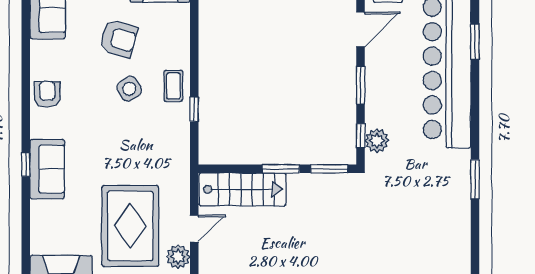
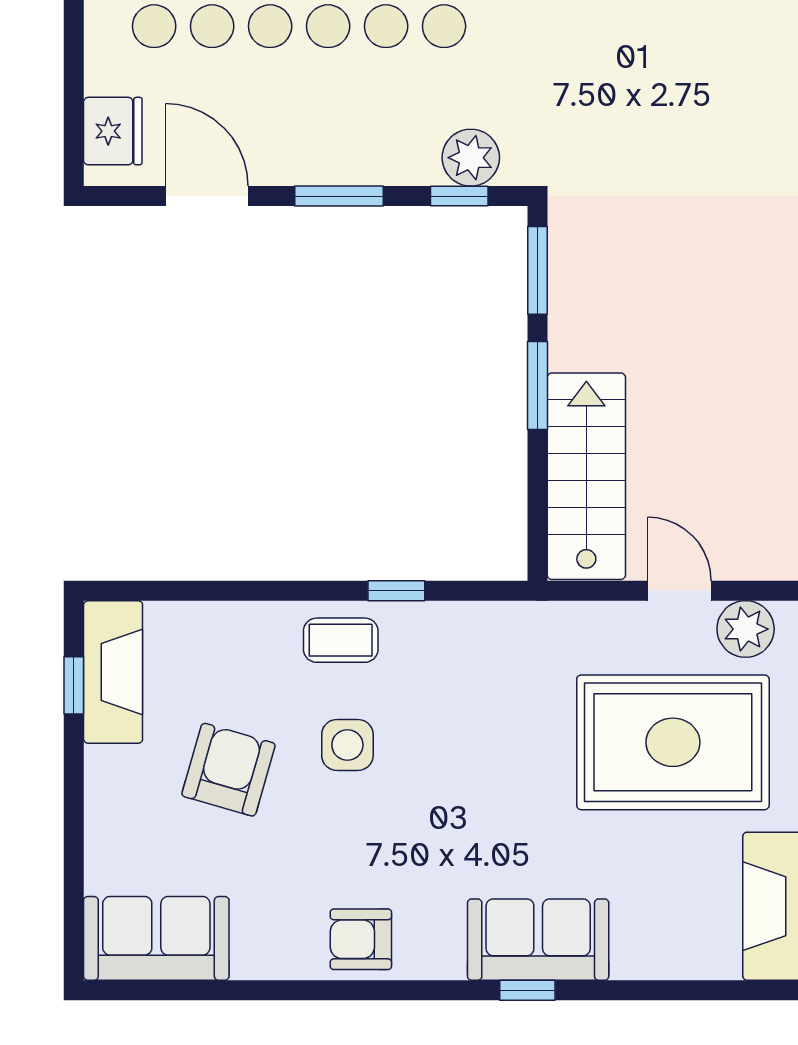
side table: (129, 89) -> (347, 745), turned 32

